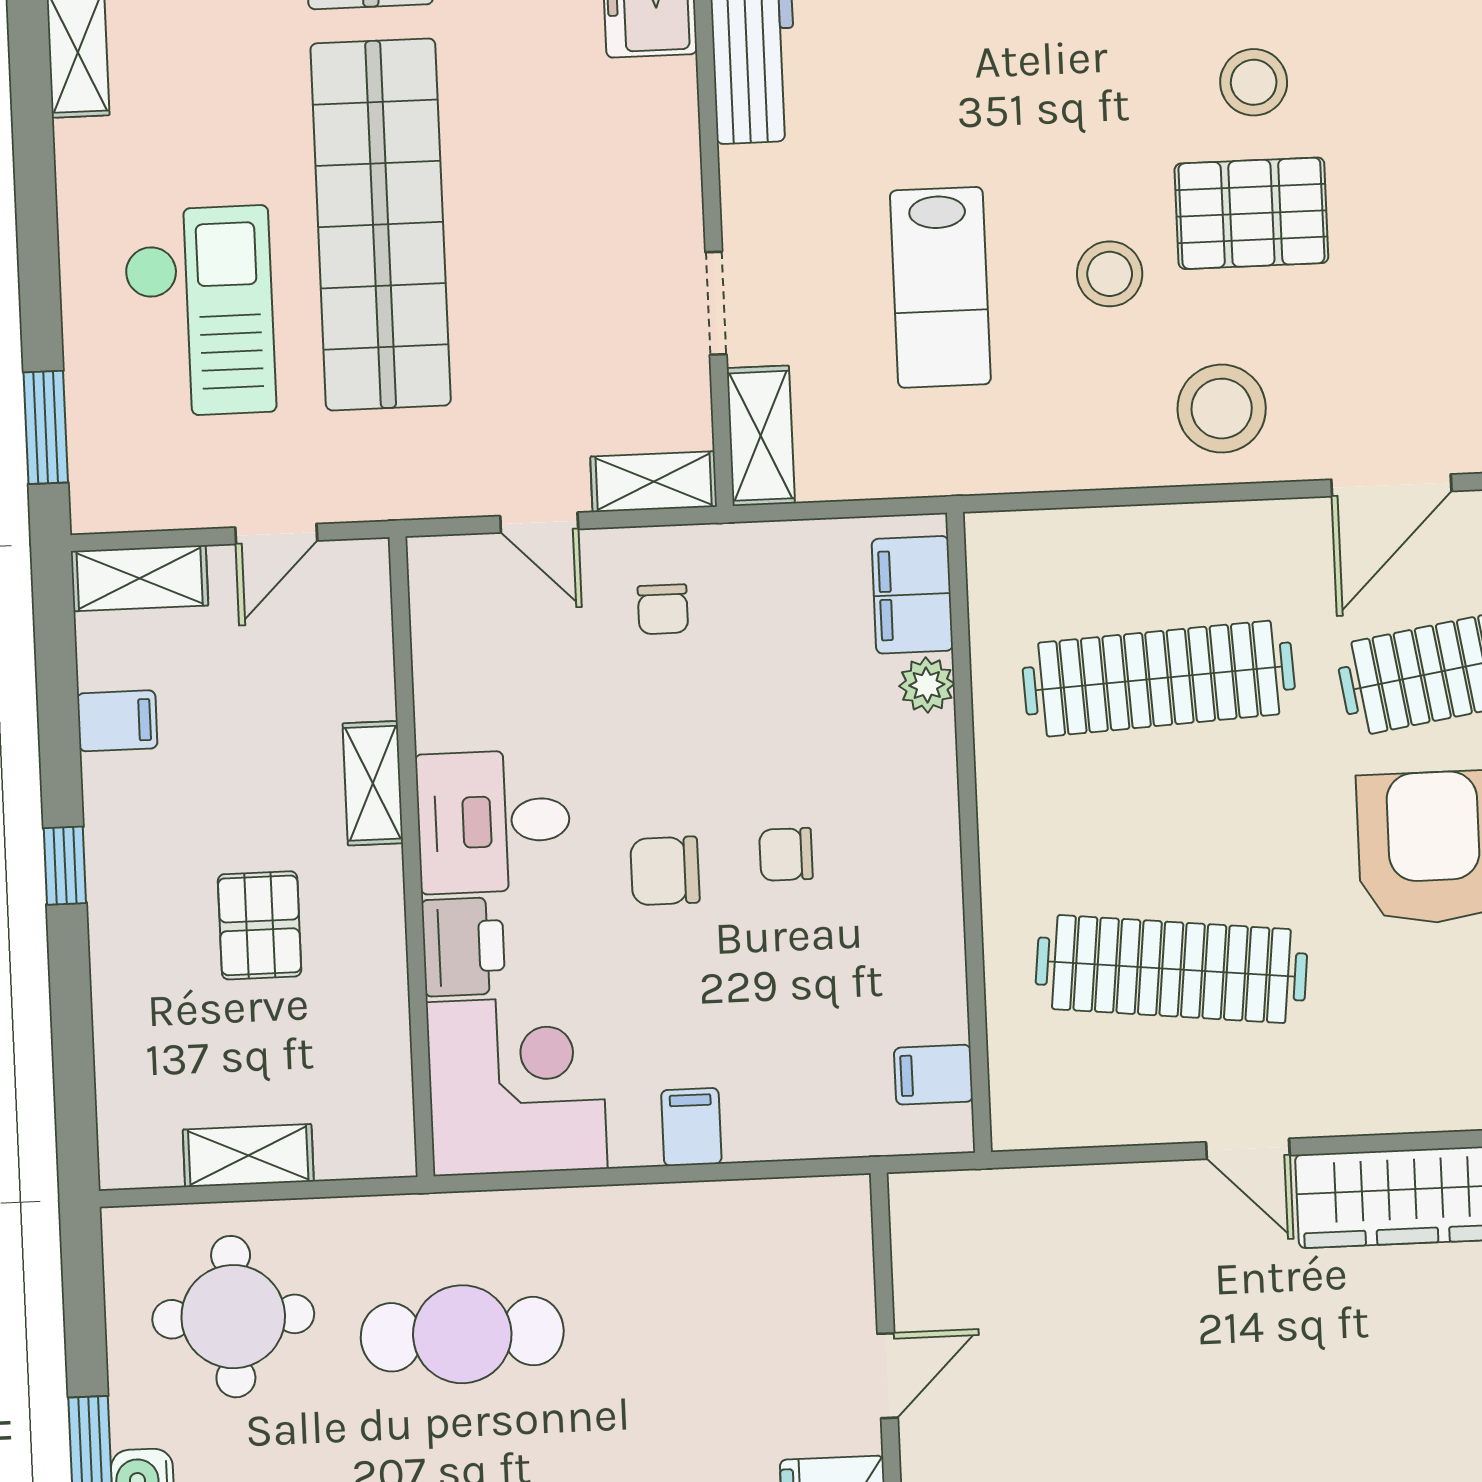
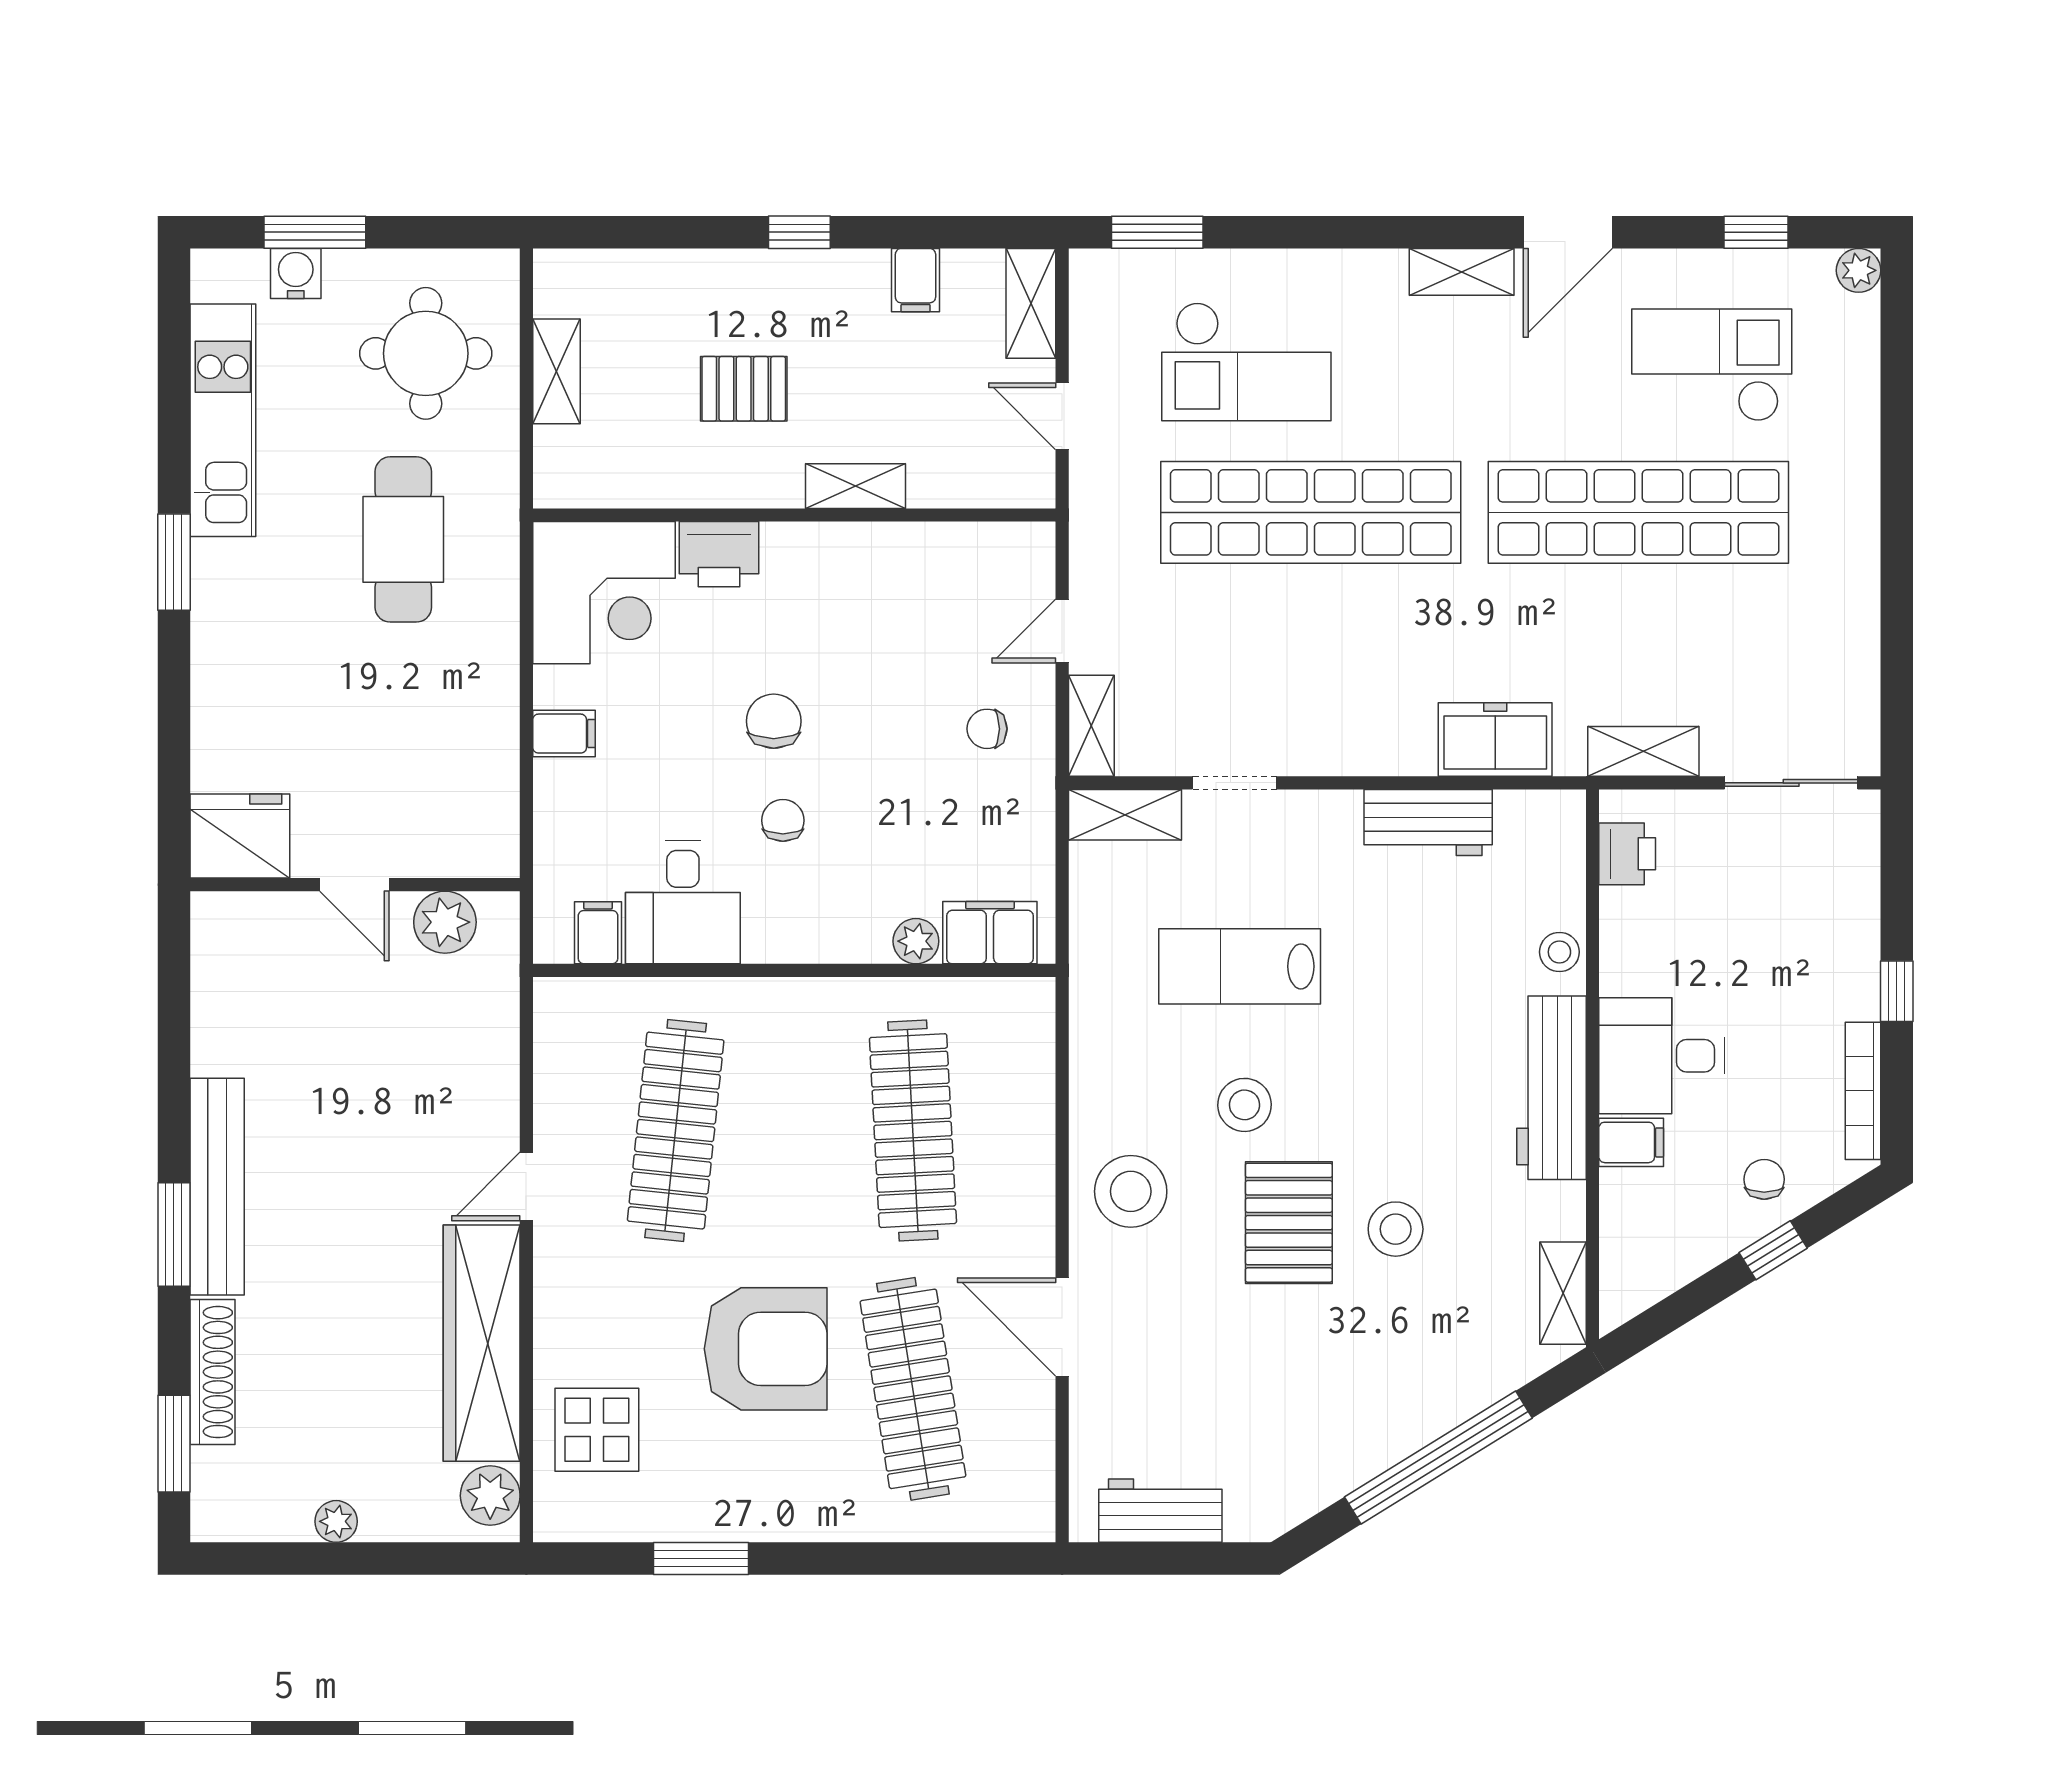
desk: (494, 821) -> (683, 902), moved, turned 180
plant: (929, 1263) -> (445, 922), added

